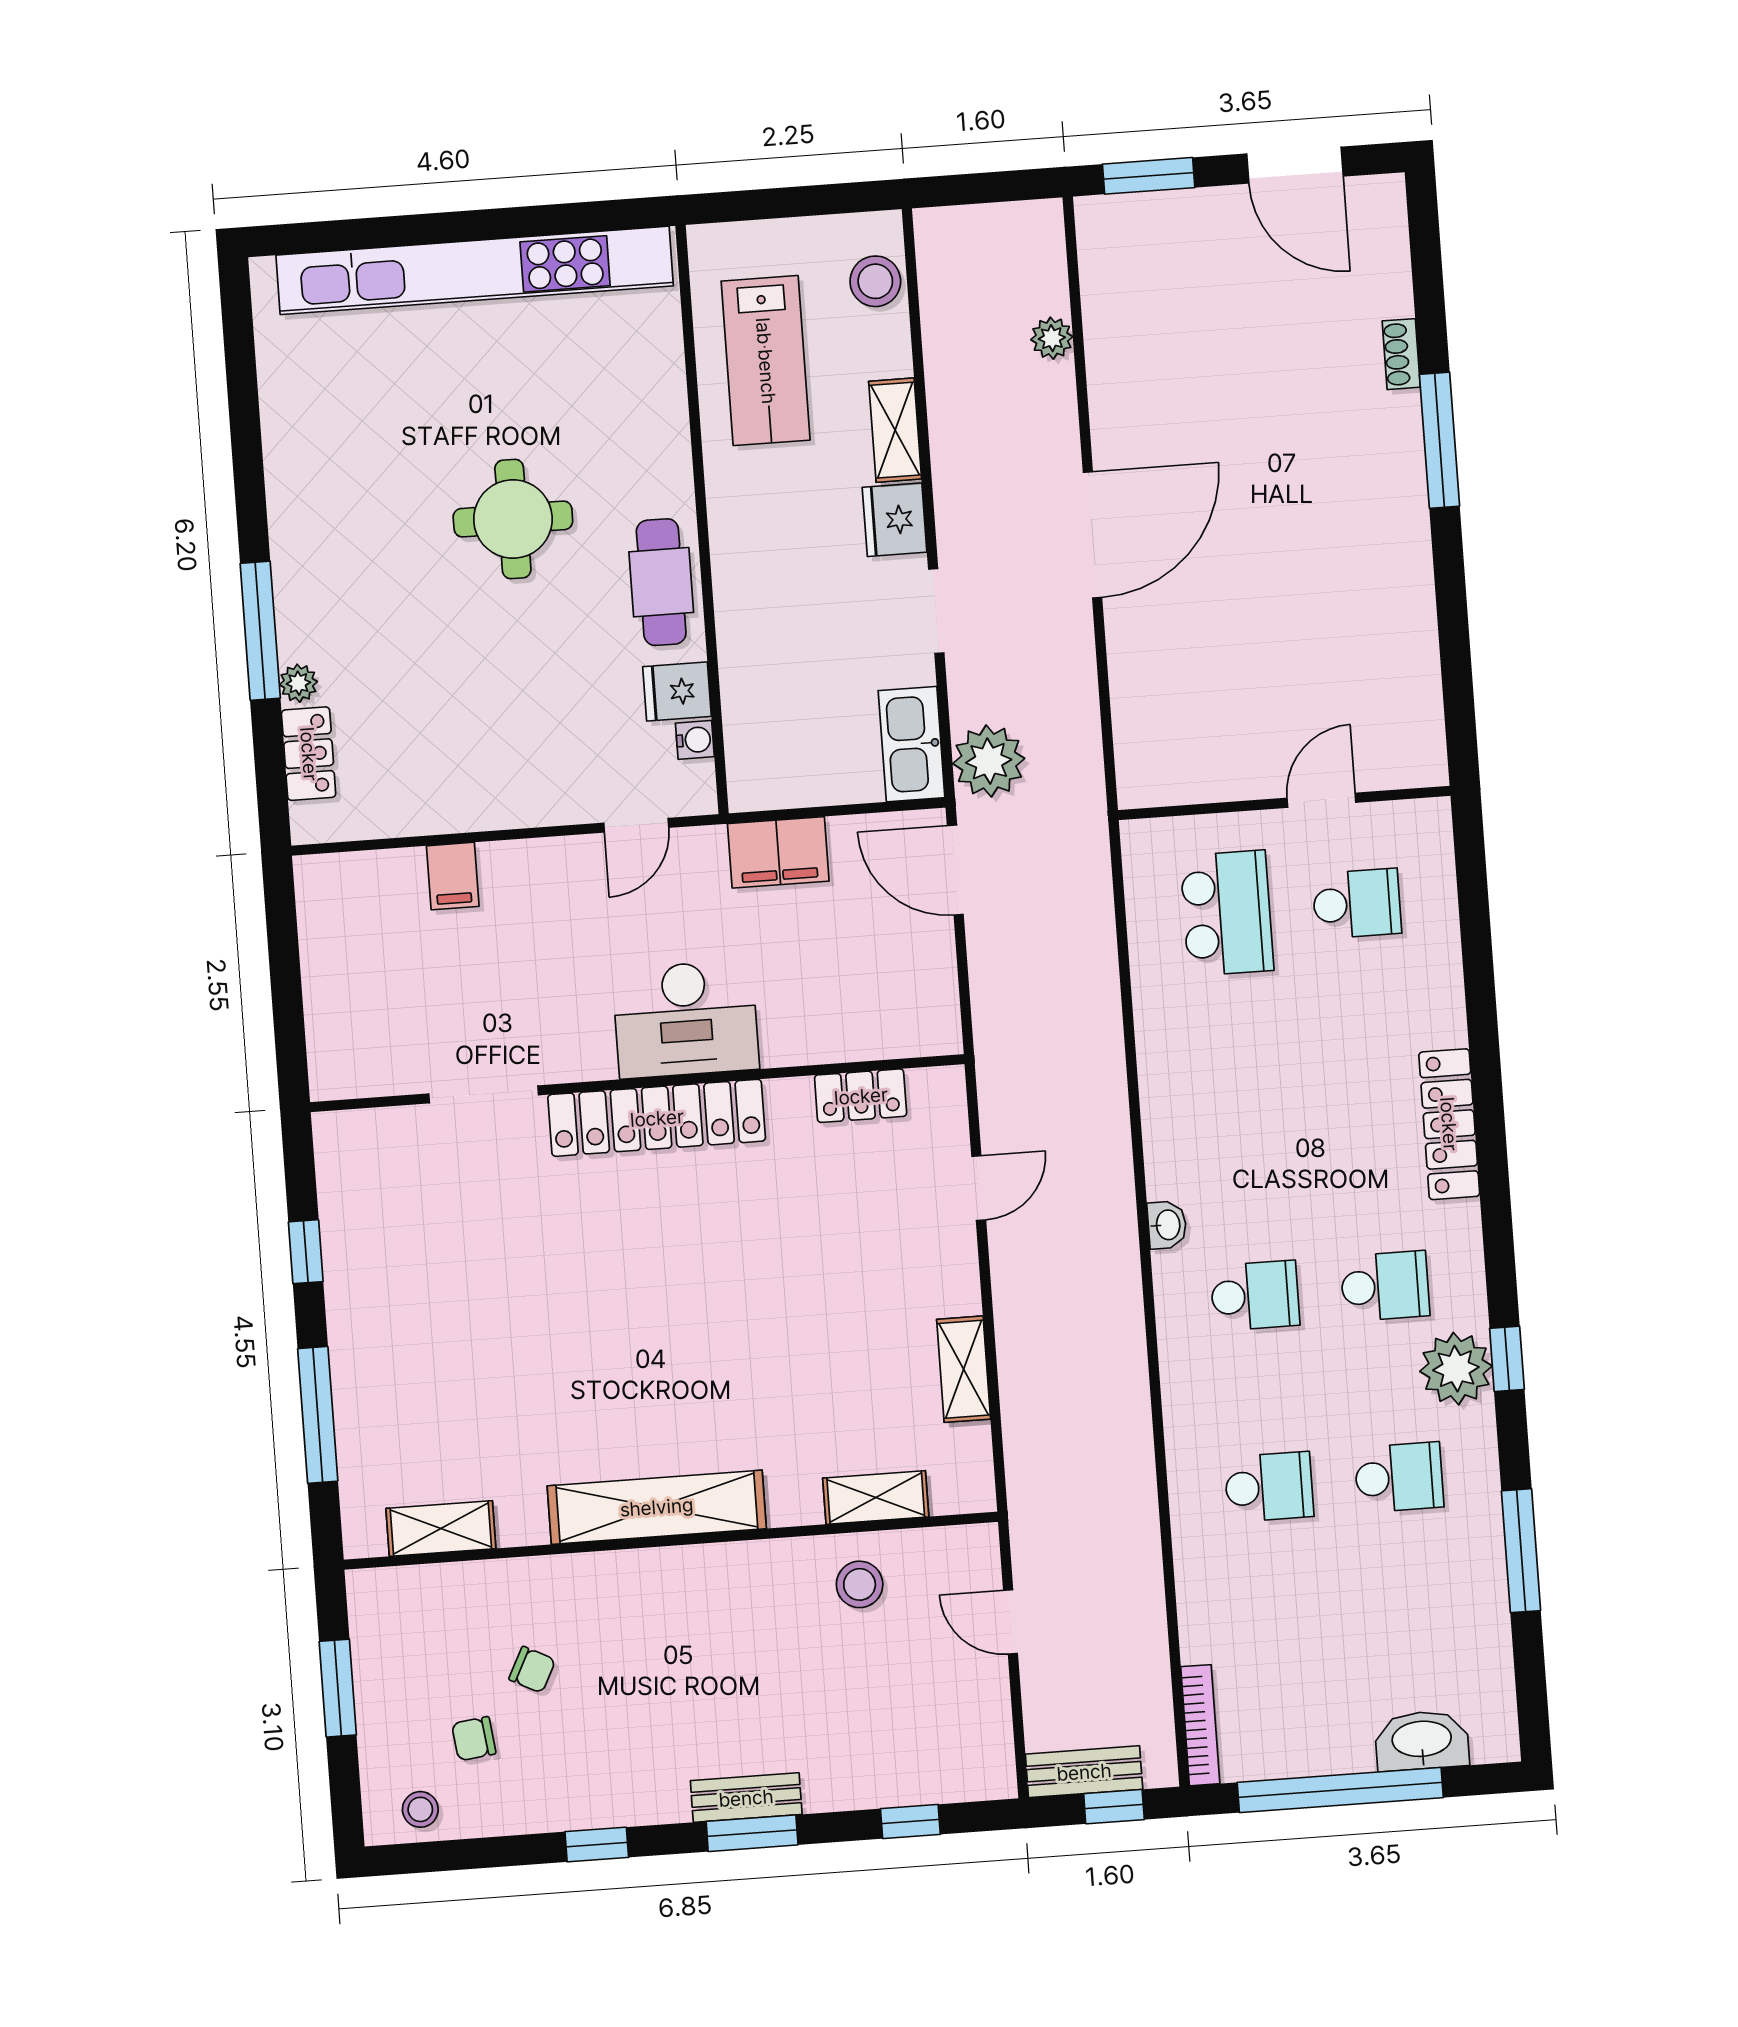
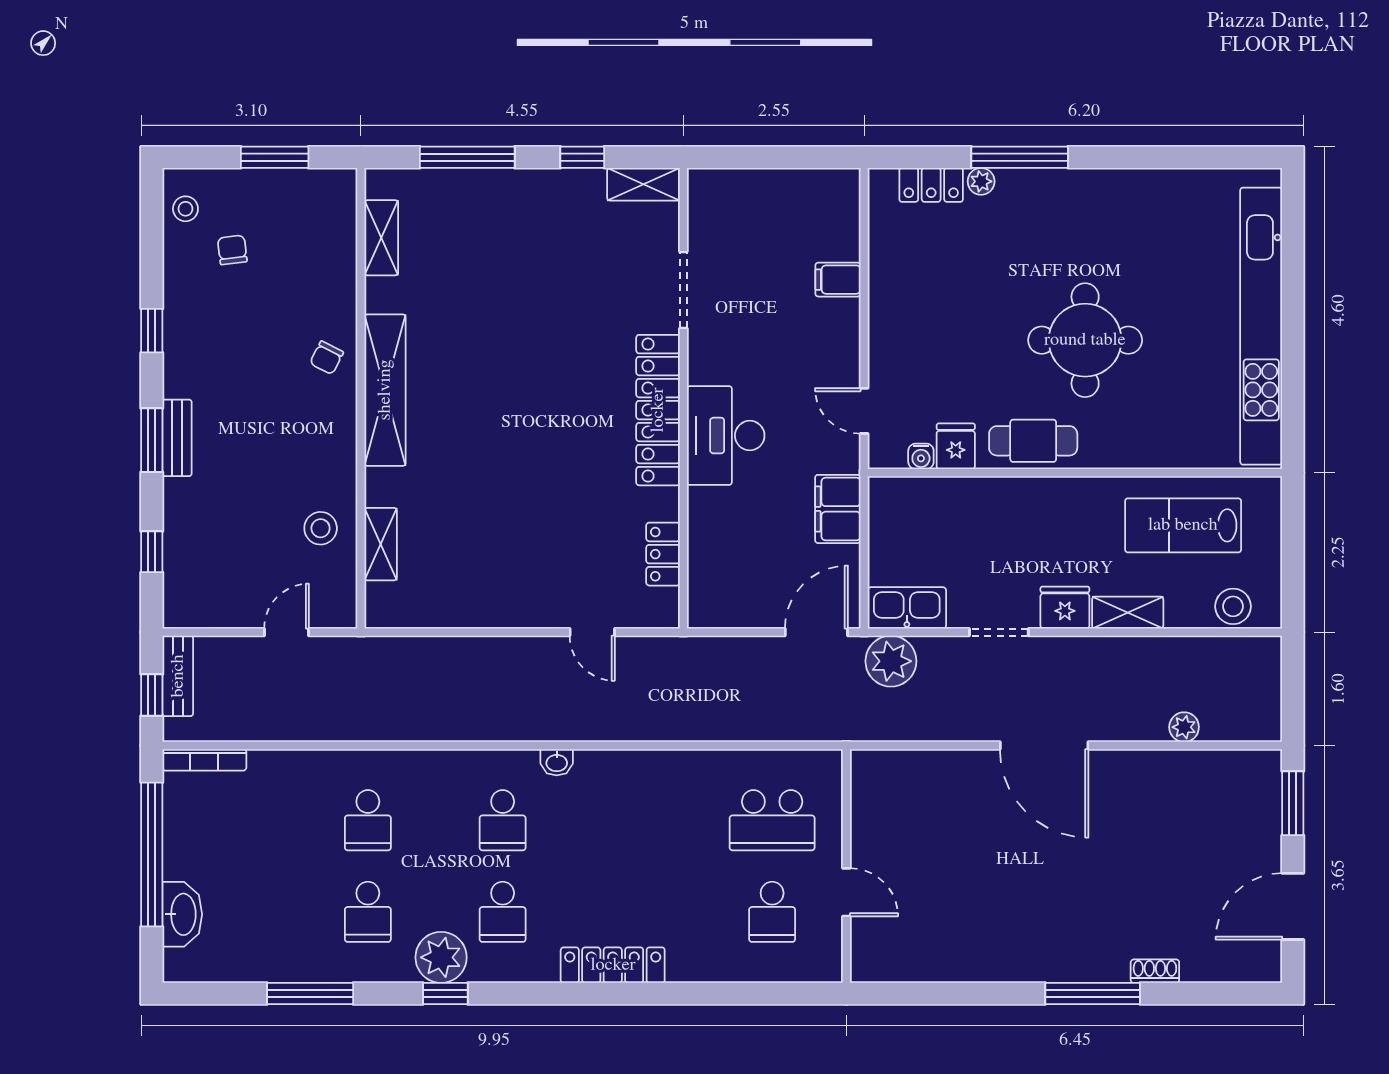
round table: (513, 519) -> (1085, 340), width x1.36, depth x1.36
shelving: (964, 1369) -> (643, 184), moved
chair: (532, 1670) -> (327, 358), moved

